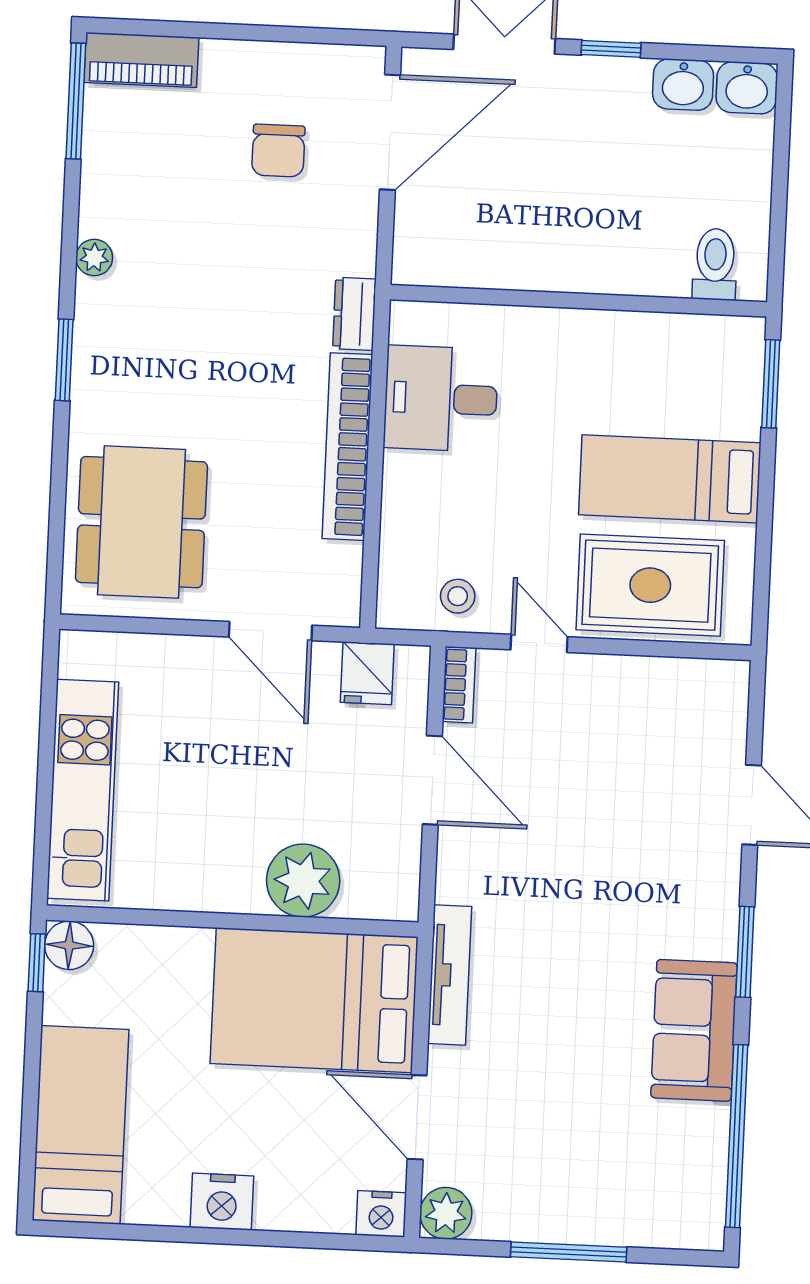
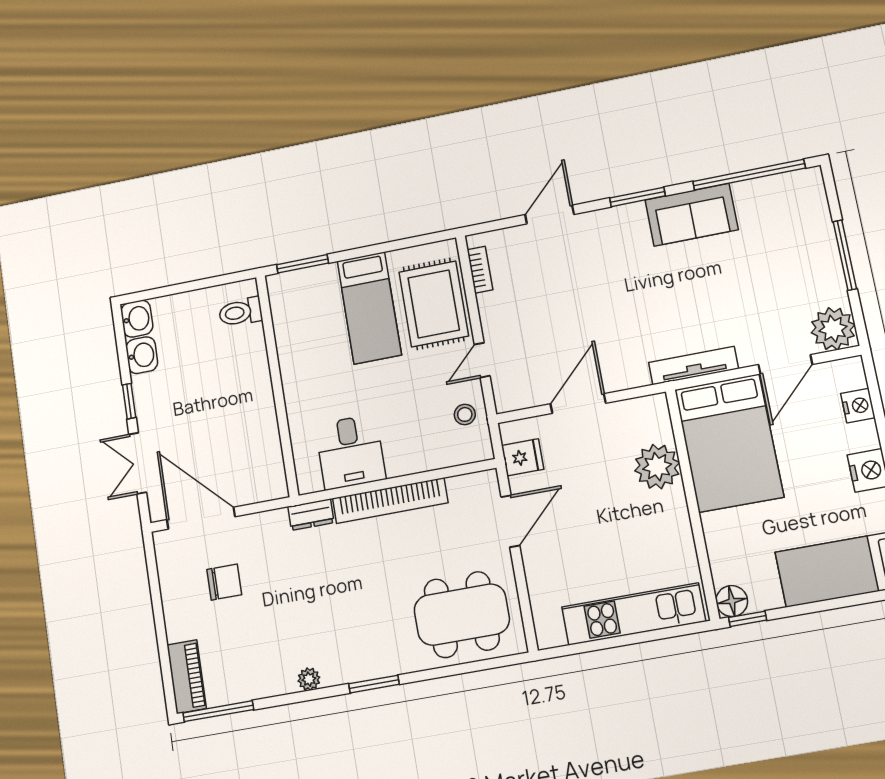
bookcase: (459, 685) -> (480, 270), moved, turned 90
plant: (446, 1213) -> (833, 329), width x1.36, depth x1.36
nightstand: (381, 1214) -> (858, 406), moved

